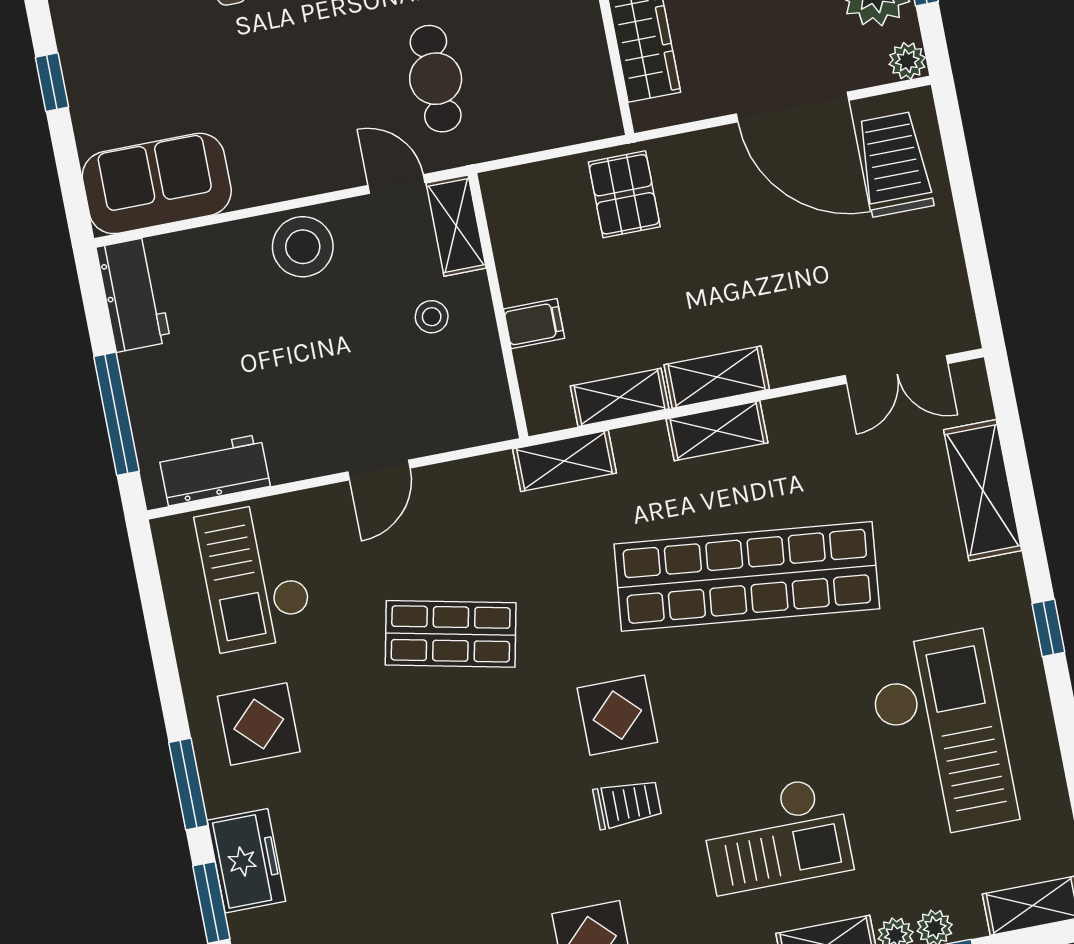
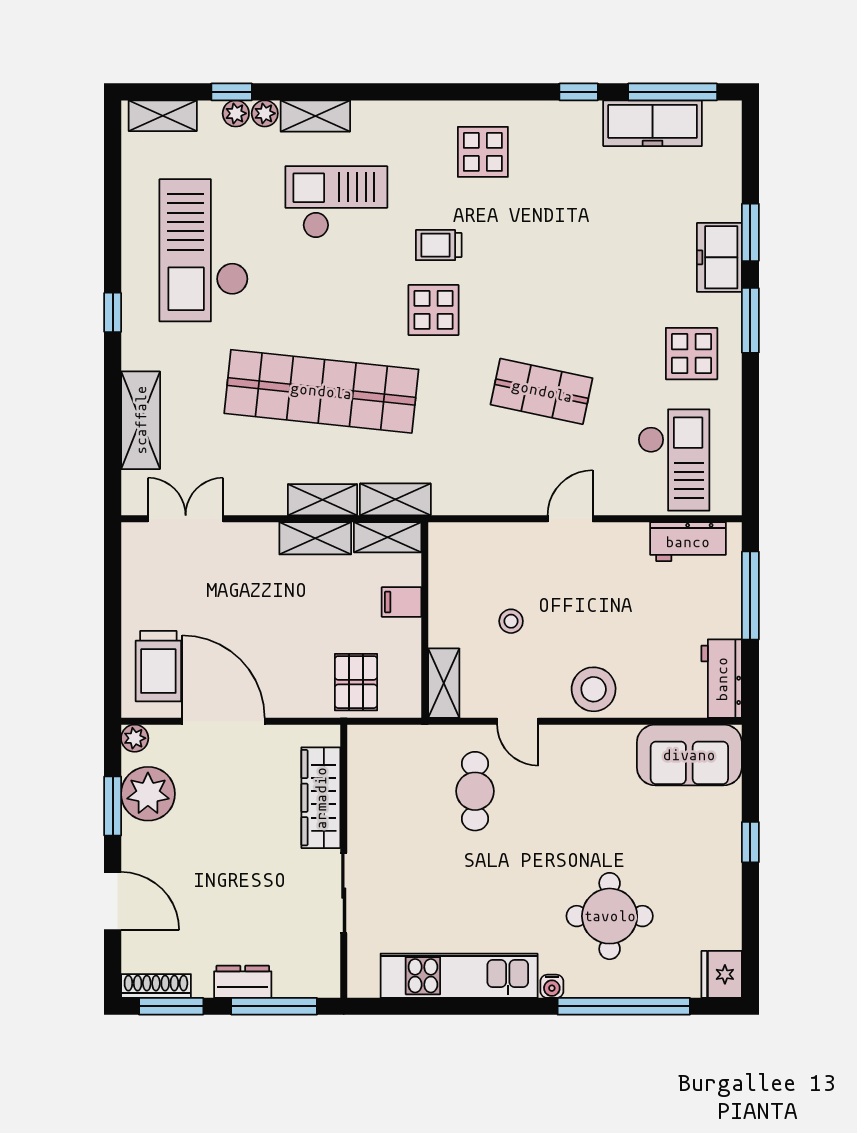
shelving: (456, 226) -> (444, 683), moved
wall: (498, 306) -> (425, 620), moved
filing cabinet: (534, 324) -> (402, 602), moved
shelving: (565, 461) -> (395, 499), moved

